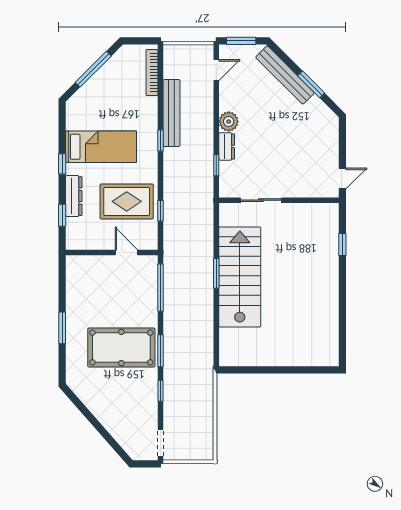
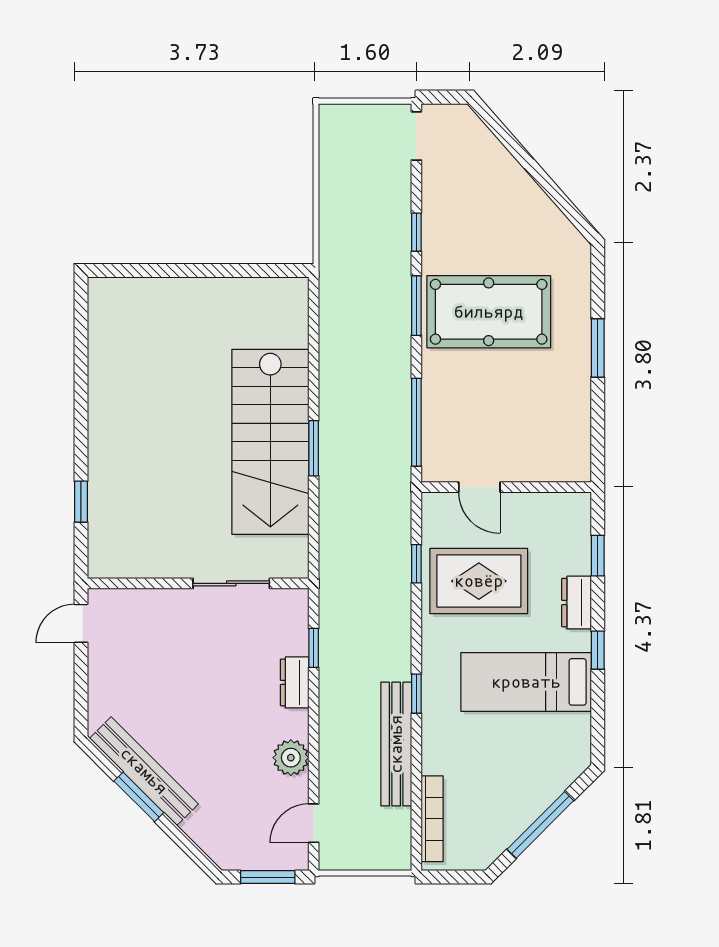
bench: (285, 75) -> (144, 771), moved
plant: (229, 122) -> (291, 758), moved
dresser: (74, 196) -> (576, 603), width x0.70

